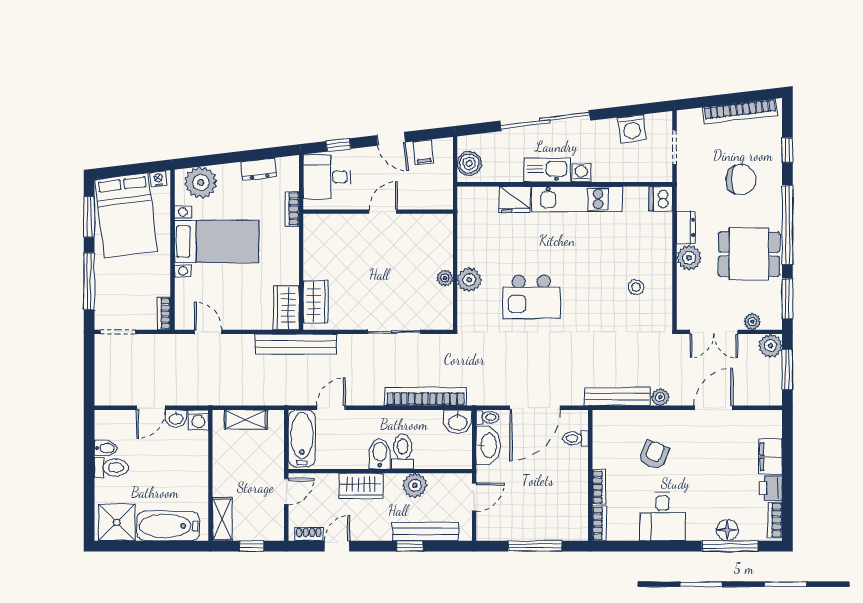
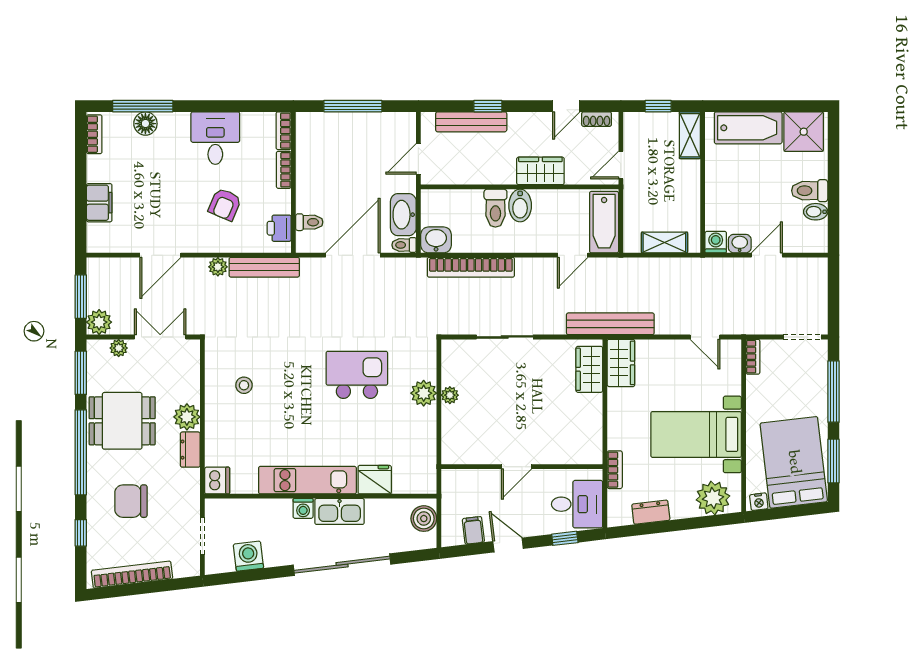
plant: (415, 485) -> (482, 172), removed
printer: (771, 488) -> (279, 228), moved, turned 180

